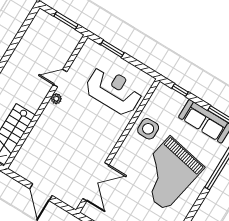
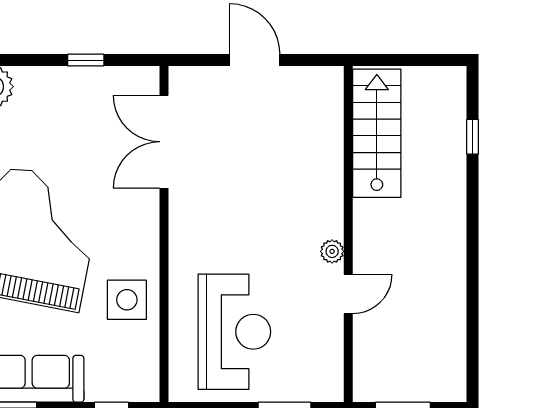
reception desk: (114, 91) -> (234, 332), turned -90

